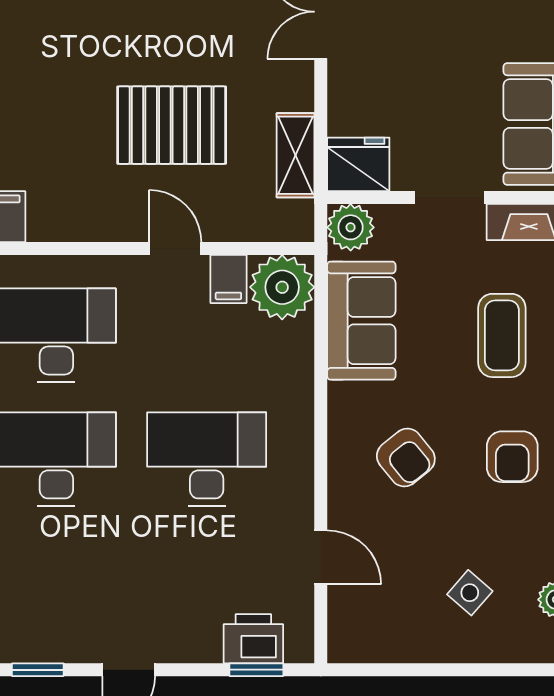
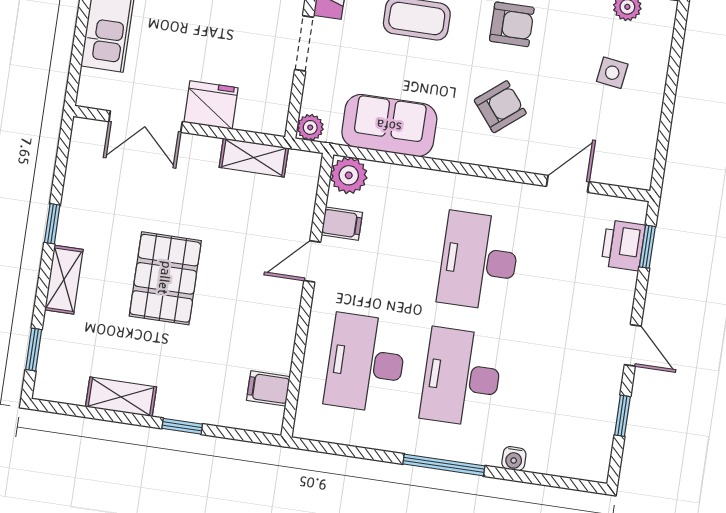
pallet: (172, 125) -> (165, 278), moved
fridge: (358, 164) -> (211, 105), moved, turned 90
plant: (351, 227) -> (310, 127), width x0.73, depth x0.73
plant: (282, 287) -> (349, 175), width x0.73, depth x0.73
side table: (470, 593) -> (612, 73), turned -33

